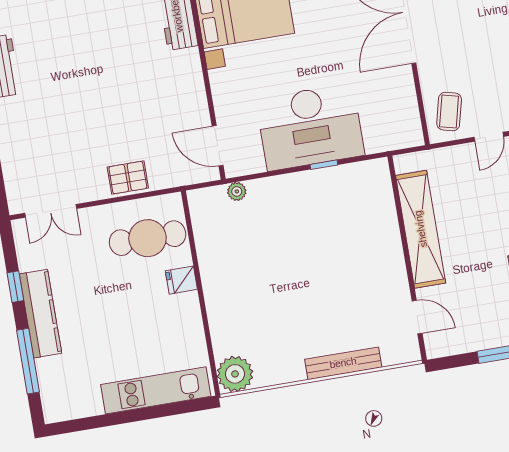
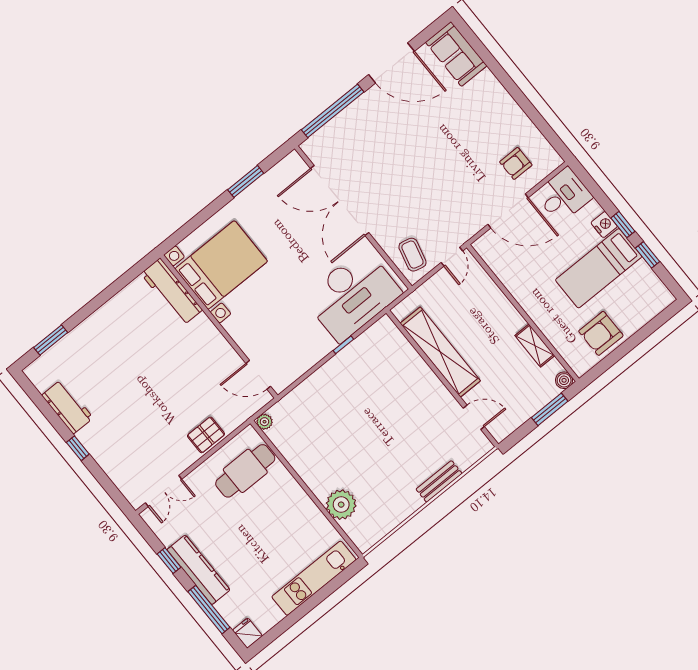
desk: (310, 127) -> (352, 295), moved
plant: (237, 191) -> (264, 422), moved
fridge: (181, 280) -> (247, 633), moved, turned 90
bench: (343, 363) -> (439, 481), width x0.73
plant: (235, 374) -> (341, 505), moved

